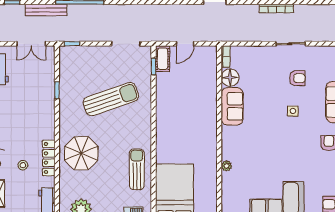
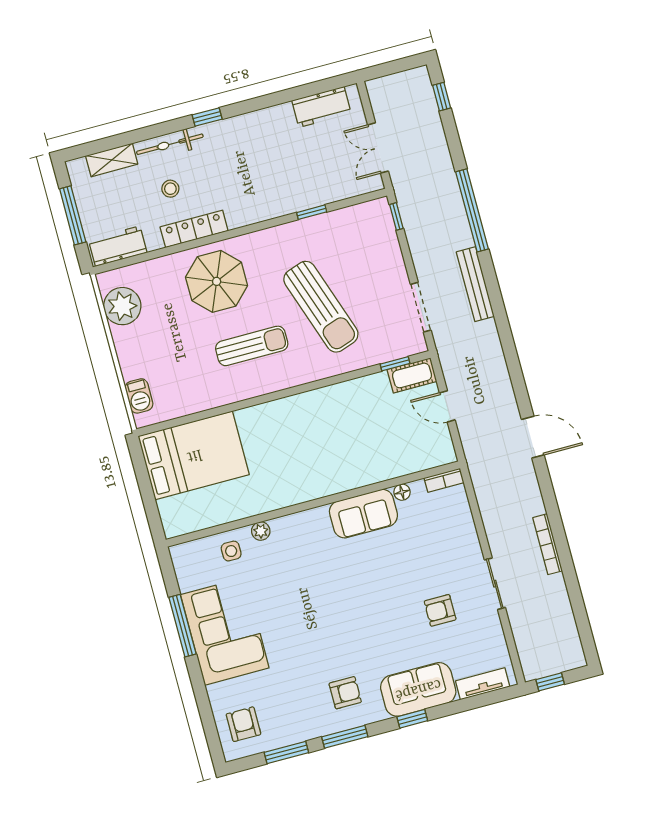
bench: (46, 10) -> (475, 284), moved
floor lamp: (230, 78) -> (402, 492), width x0.53, depth x0.53
armchair: (297, 78) -> (440, 610), turned 90
side table: (293, 111) -> (231, 551), moved
sun lounger: (137, 169) -> (252, 346), moved

